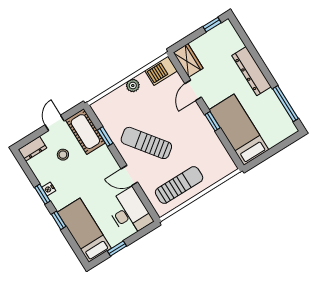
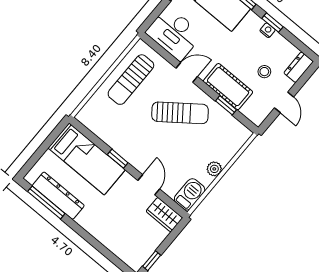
dresser: (251, 71) -> (58, 196), moved
cot: (85, 132) -> (228, 87), moved

